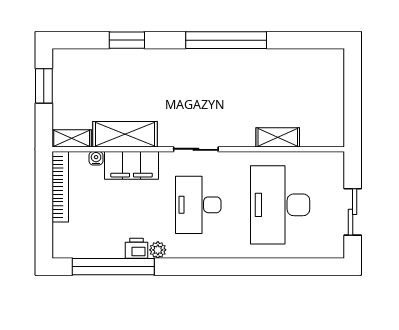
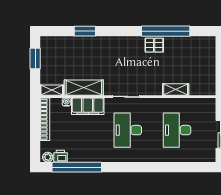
window: (226, 40) -> (166, 31), moved
pallet: (242, 63) -> (154, 45), added
desk: (280, 205) -> (177, 130), width x0.73, depth x0.77
printer: (137, 248) -> (60, 156), moved
plant: (158, 250) -> (48, 157), moved

